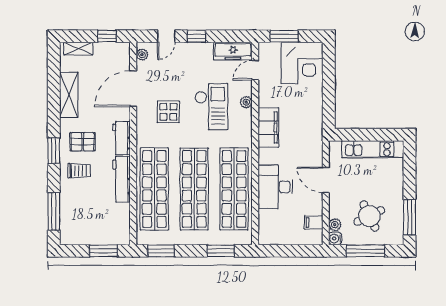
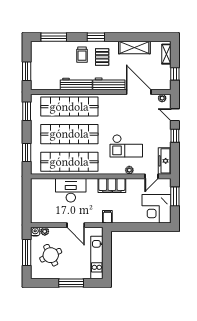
door: (255, 70) -> (151, 176), swing flipped
display table: (168, 112) -> (123, 116), removed
workbench: (122, 138) -> (109, 84), width x1.37
door: (326, 180) -> (76, 225), swing flipped
window: (410, 217) -> (71, 283), moved
filing cabinet: (314, 223) -> (107, 217), moved

